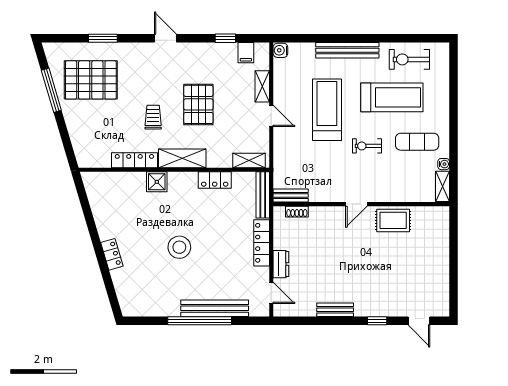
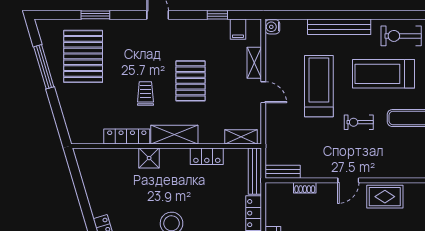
pallet: (91, 80) -> (83, 56), turned 90
treadmill: (392, 97) -> (384, 74), turned 180
shoe rack: (297, 212) -> (305, 188), moved

